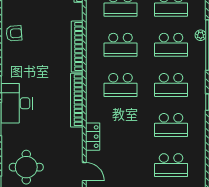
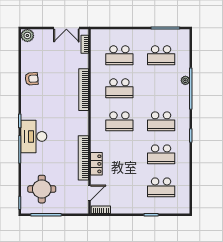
school desk: (171, 45) -> (161, 88), removed
bookcase: (77, 100) -> (83, 158), moved
door: (84, 172) -> (90, 193), hinge flipped

